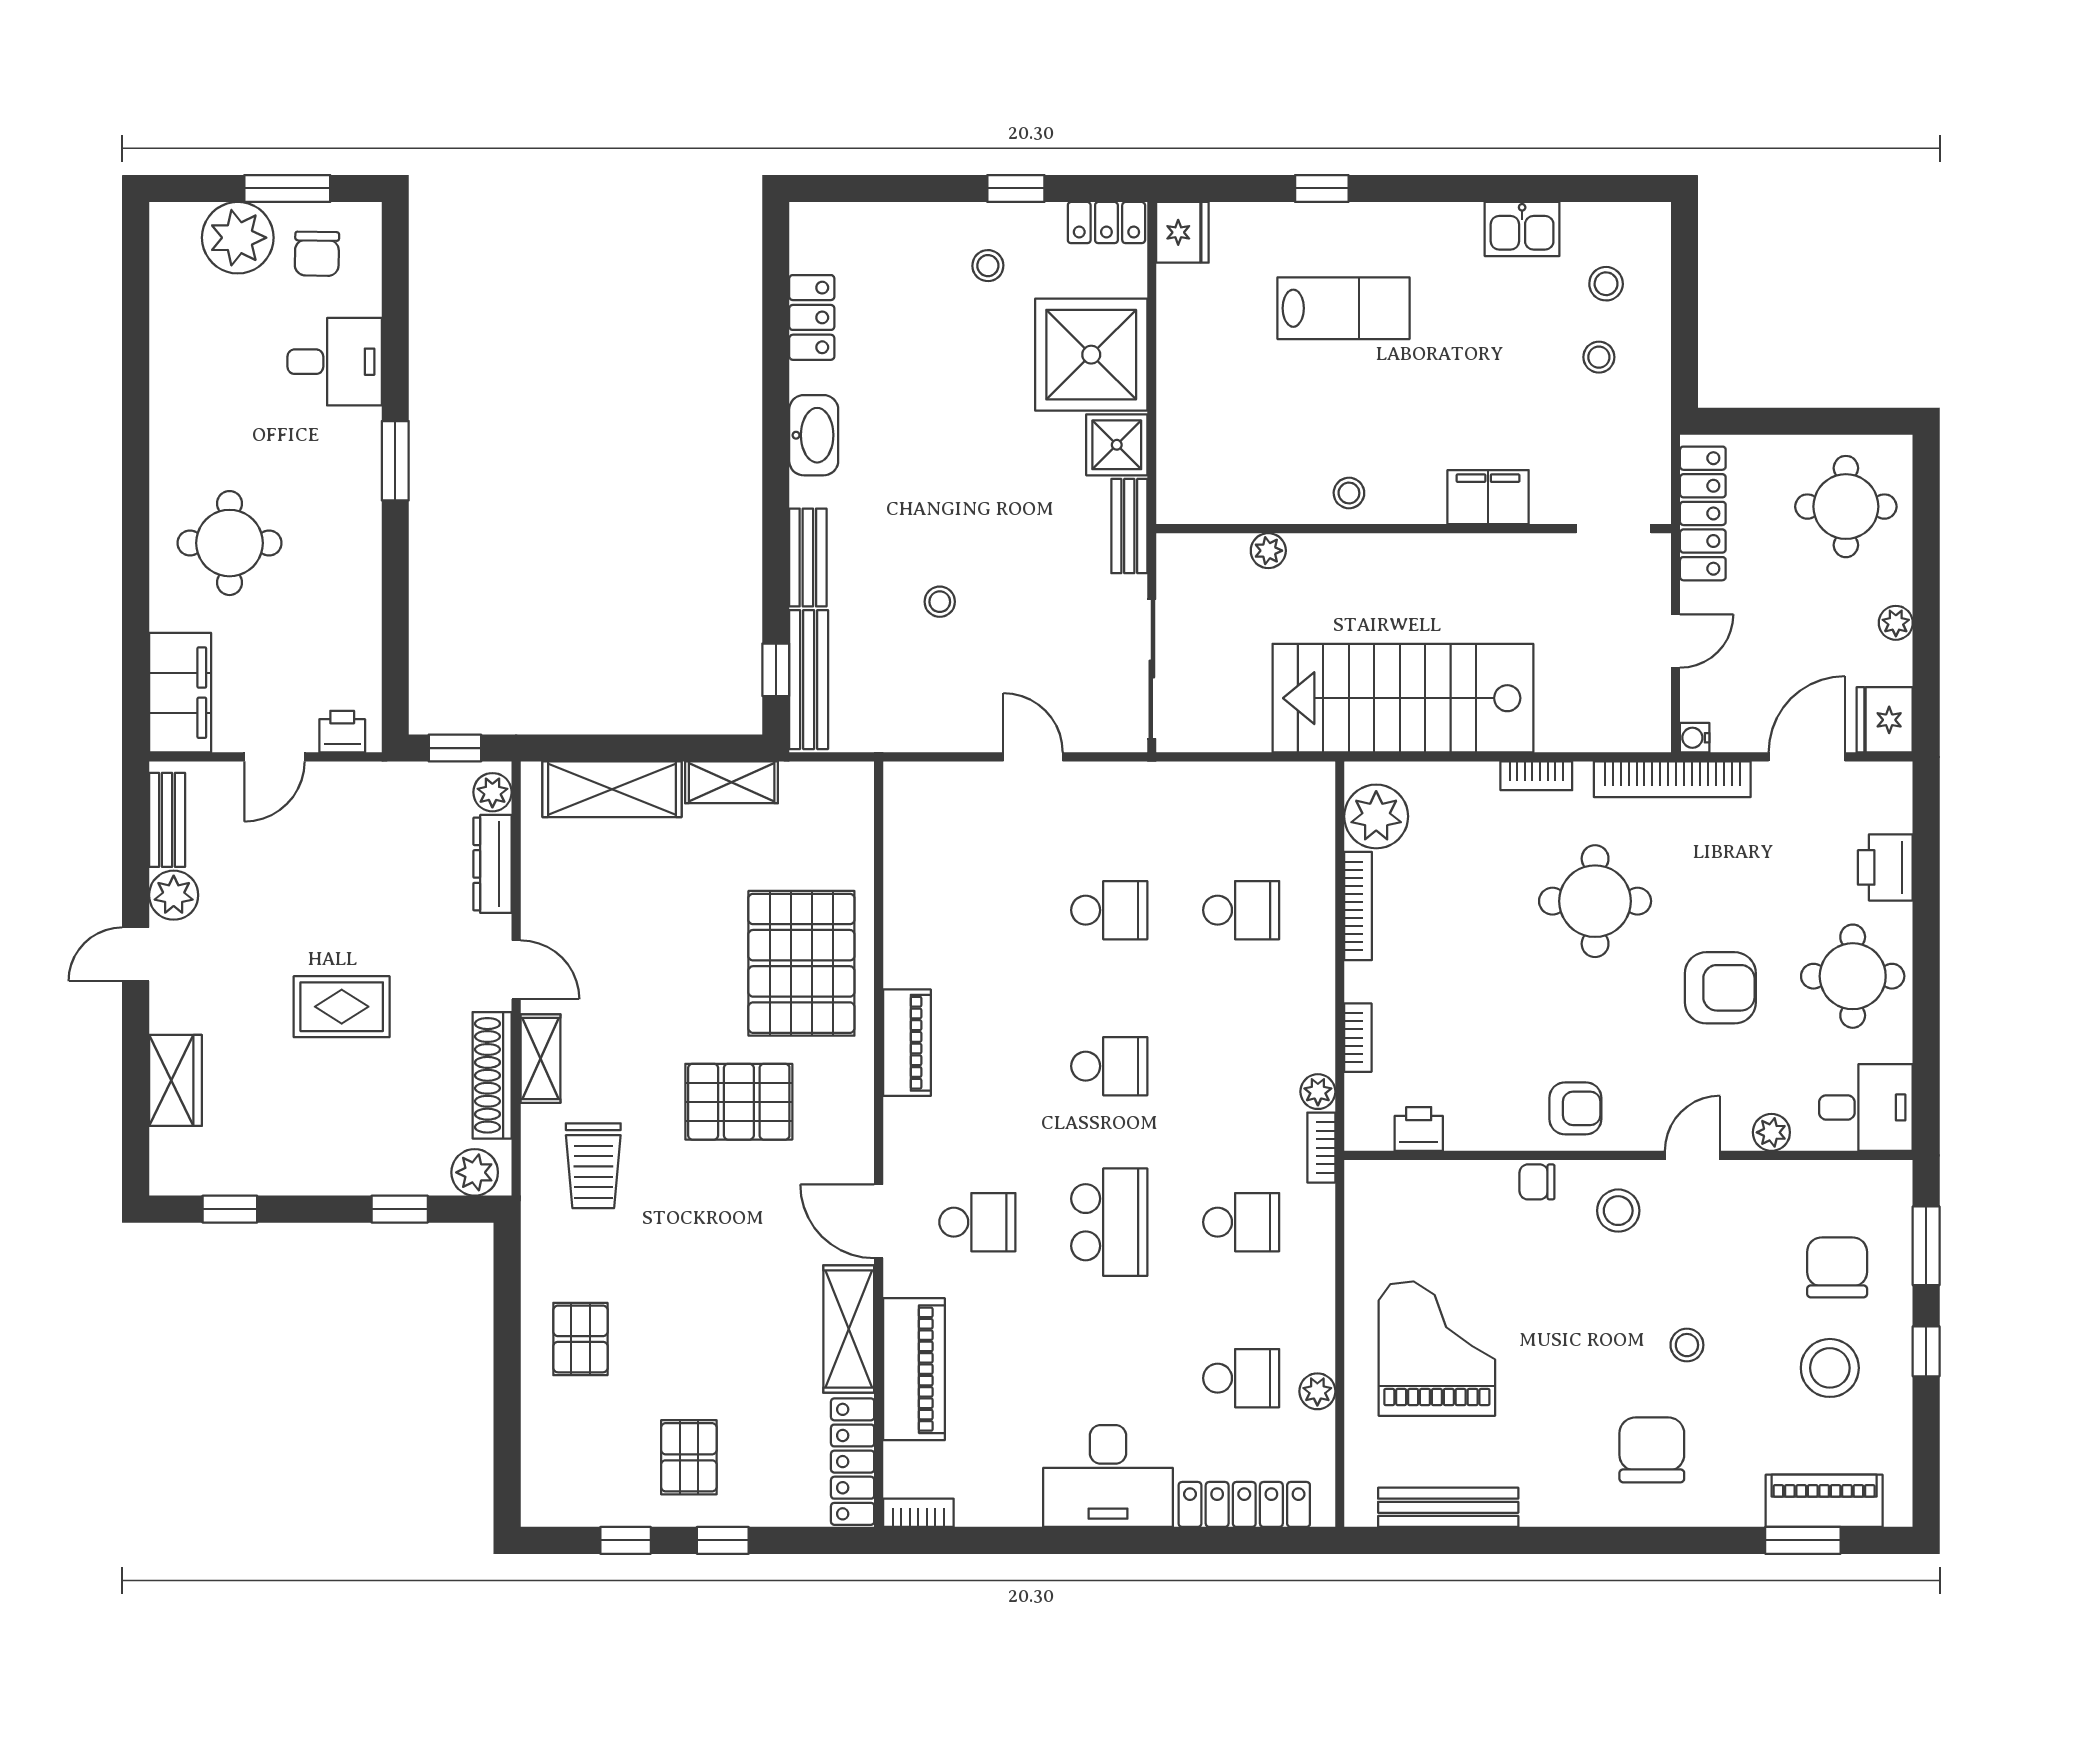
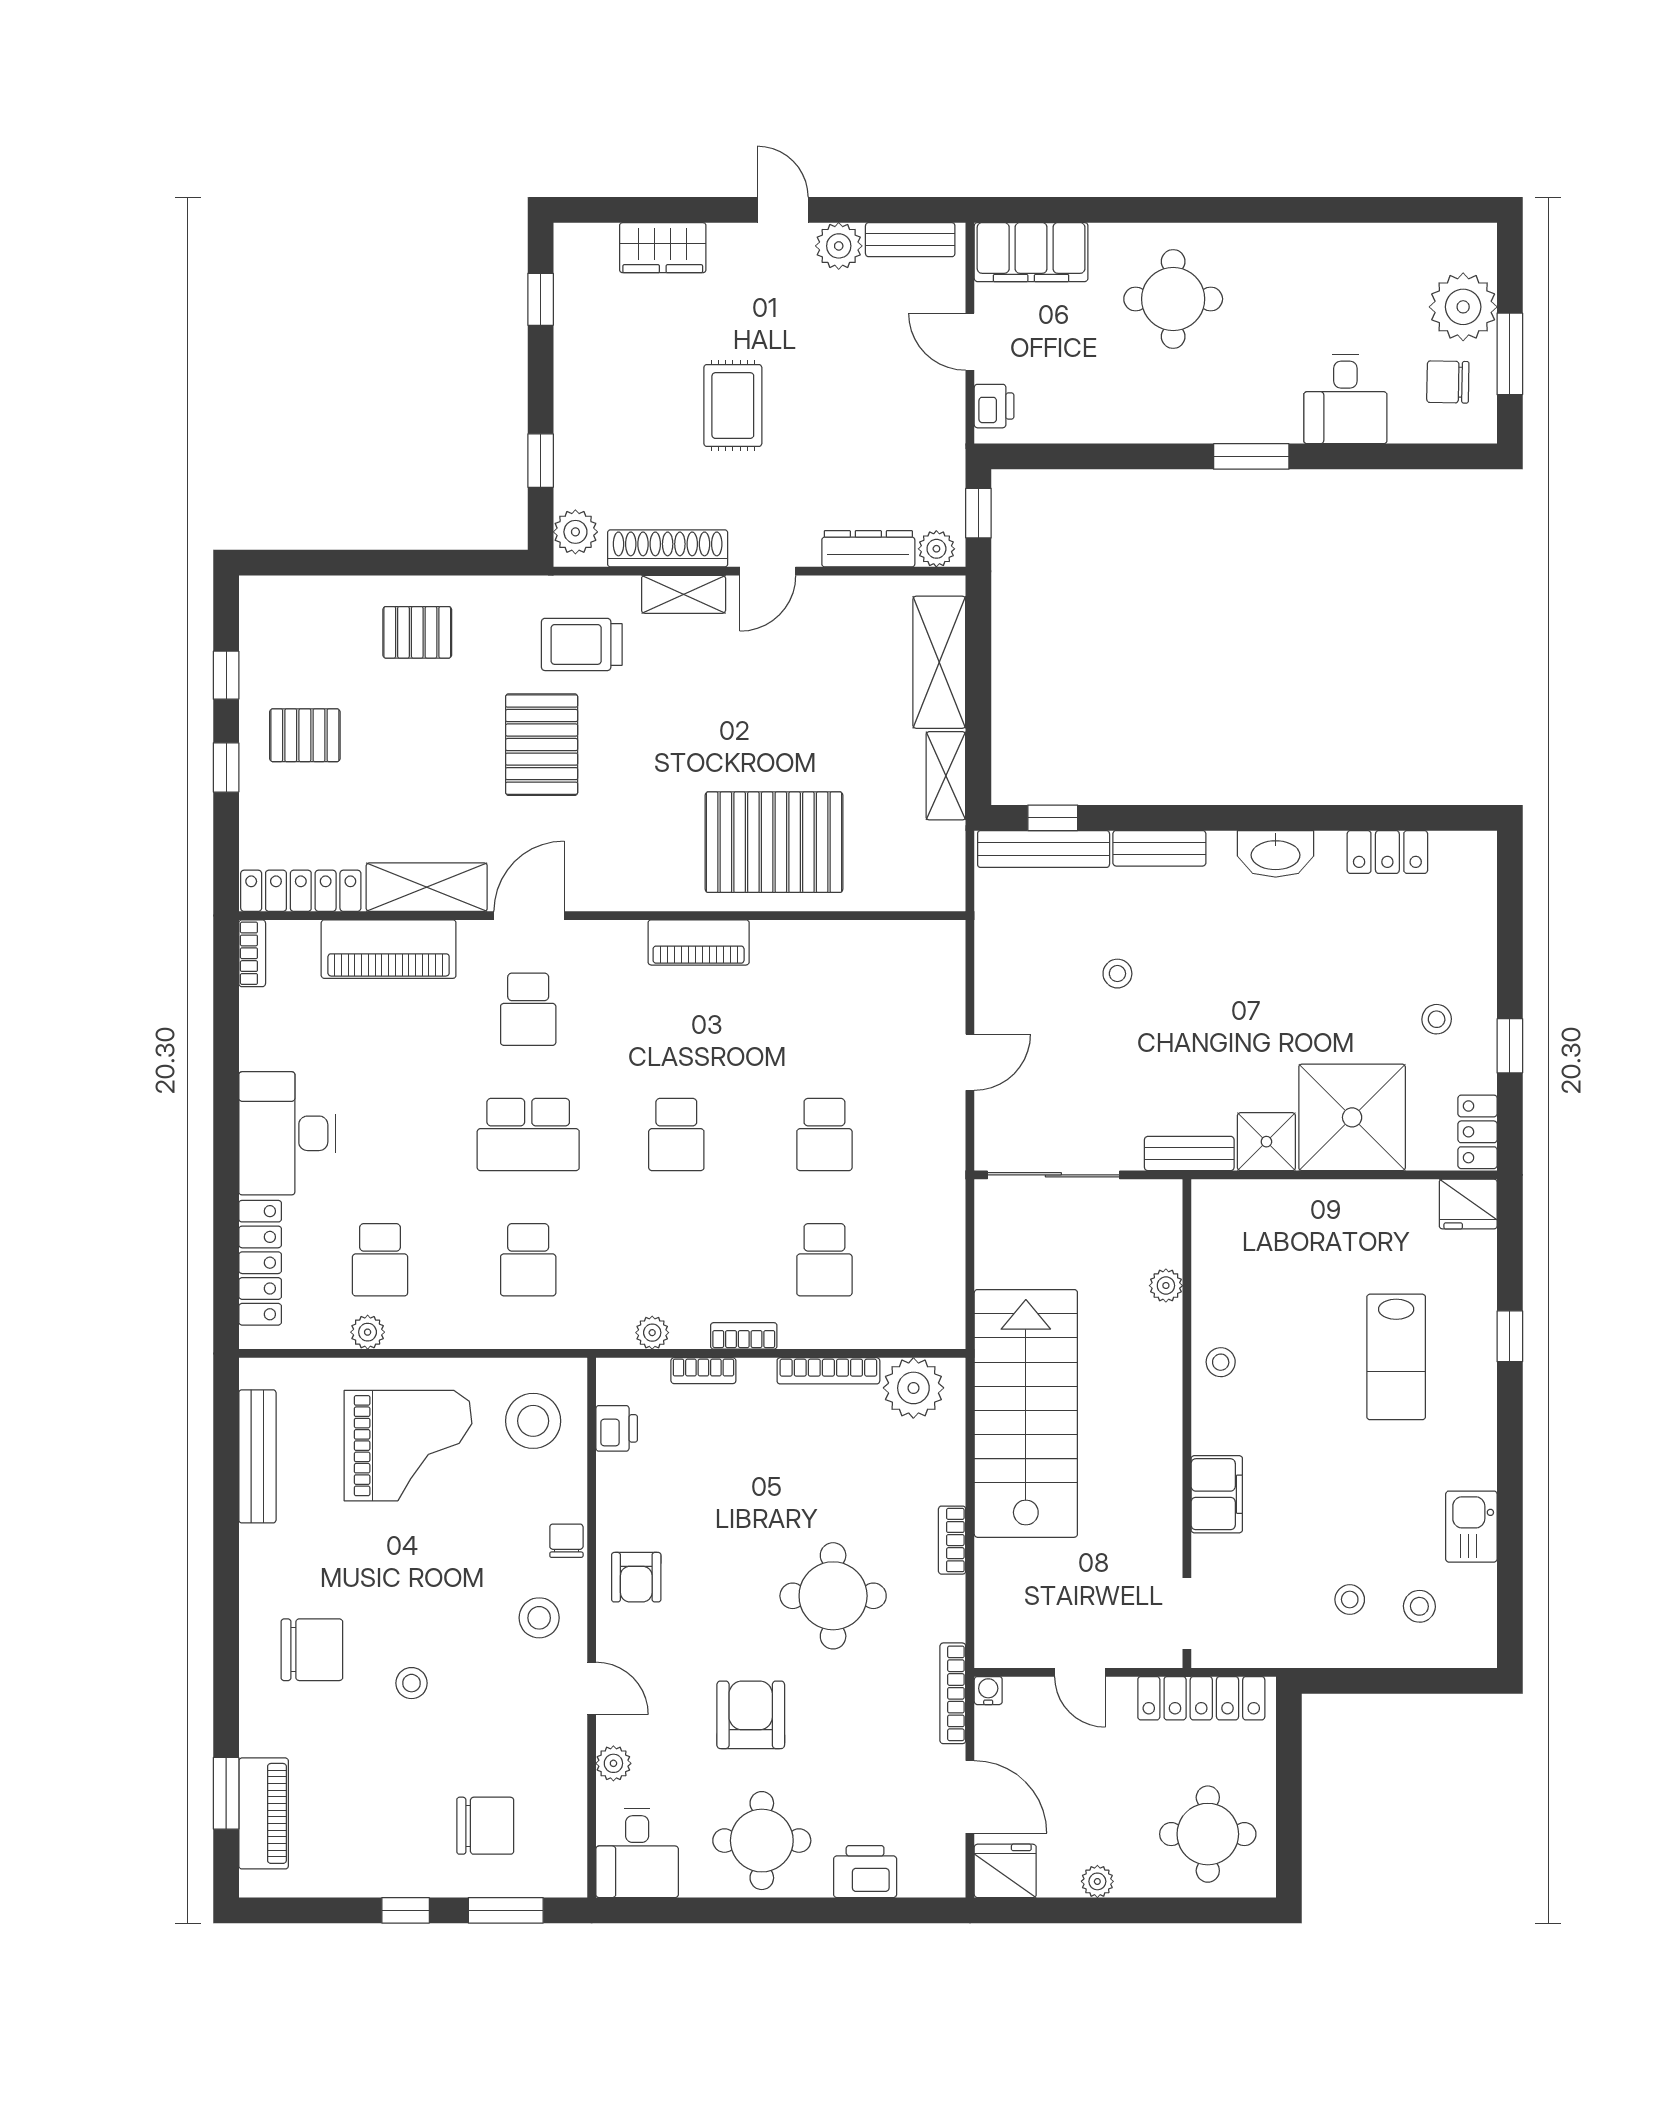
bookcase: (1672, 779) -> (953, 1693), width x0.68, depth x0.76
armchair: (1720, 988) -> (751, 1715), turned 180
pallet: (739, 1102) -> (542, 745), moved
bookcase: (1321, 1148) -> (744, 1336), moved
stool: (1830, 1368) -> (533, 1421), moved

